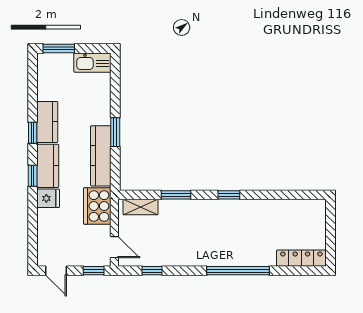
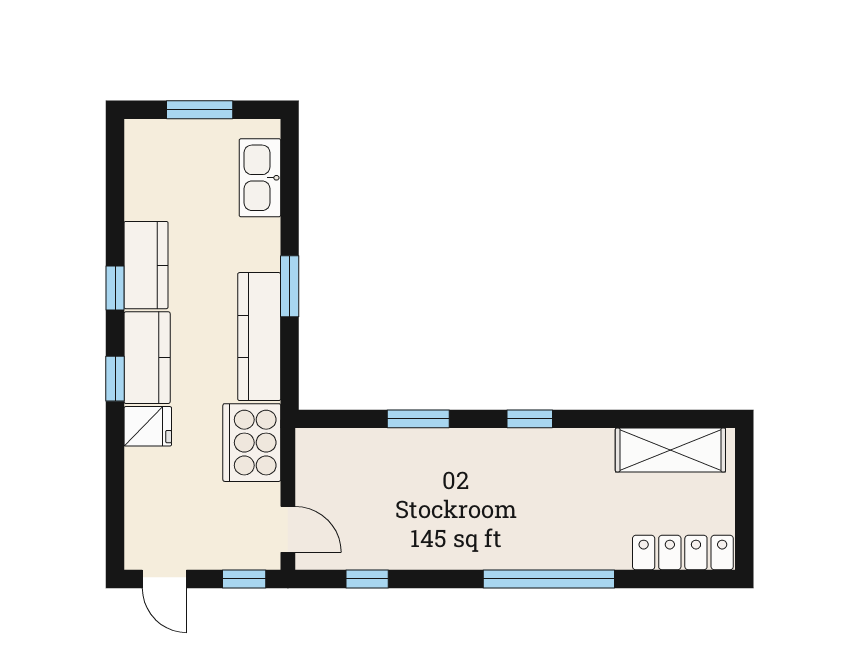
window: (59, 48) -> (200, 110), moved
kitchen sink: (92, 63) -> (260, 178), moved, turned 90
shelving: (141, 207) -> (670, 450), moved, width x1.50, depth x1.33

